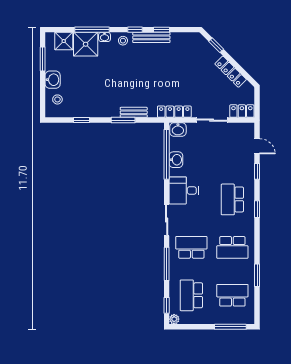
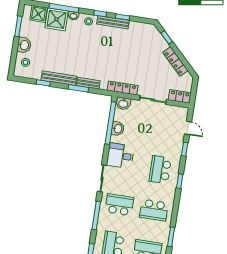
bench: (99, 112) -> (59, 78), added

